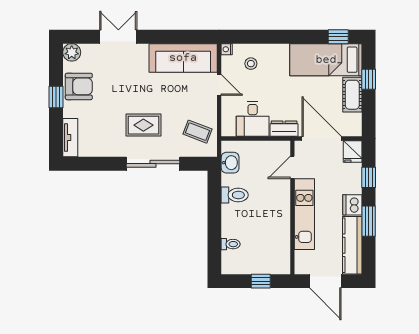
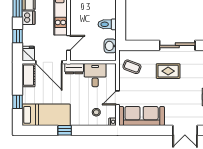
window: (338, 37) -> (65, 130), moved
door: (219, 85) -> (117, 98), hinge flipped
cot: (352, 95) -> (28, 75), moved
sliding door: (153, 164) -> (177, 45), moved

